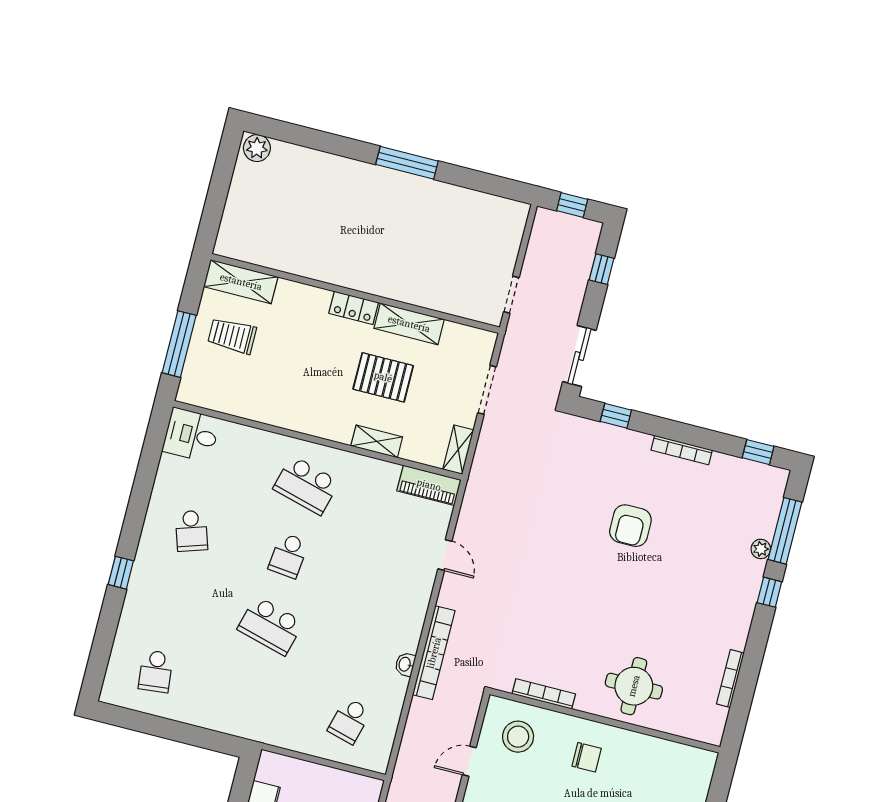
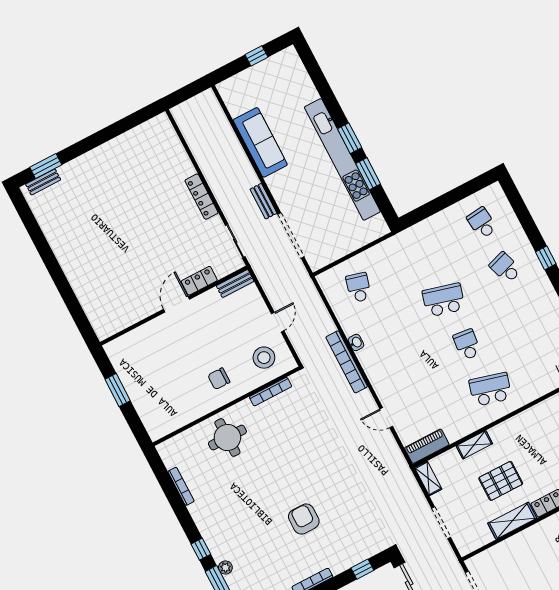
school desk: (191, 531) -> (505, 268), moved

